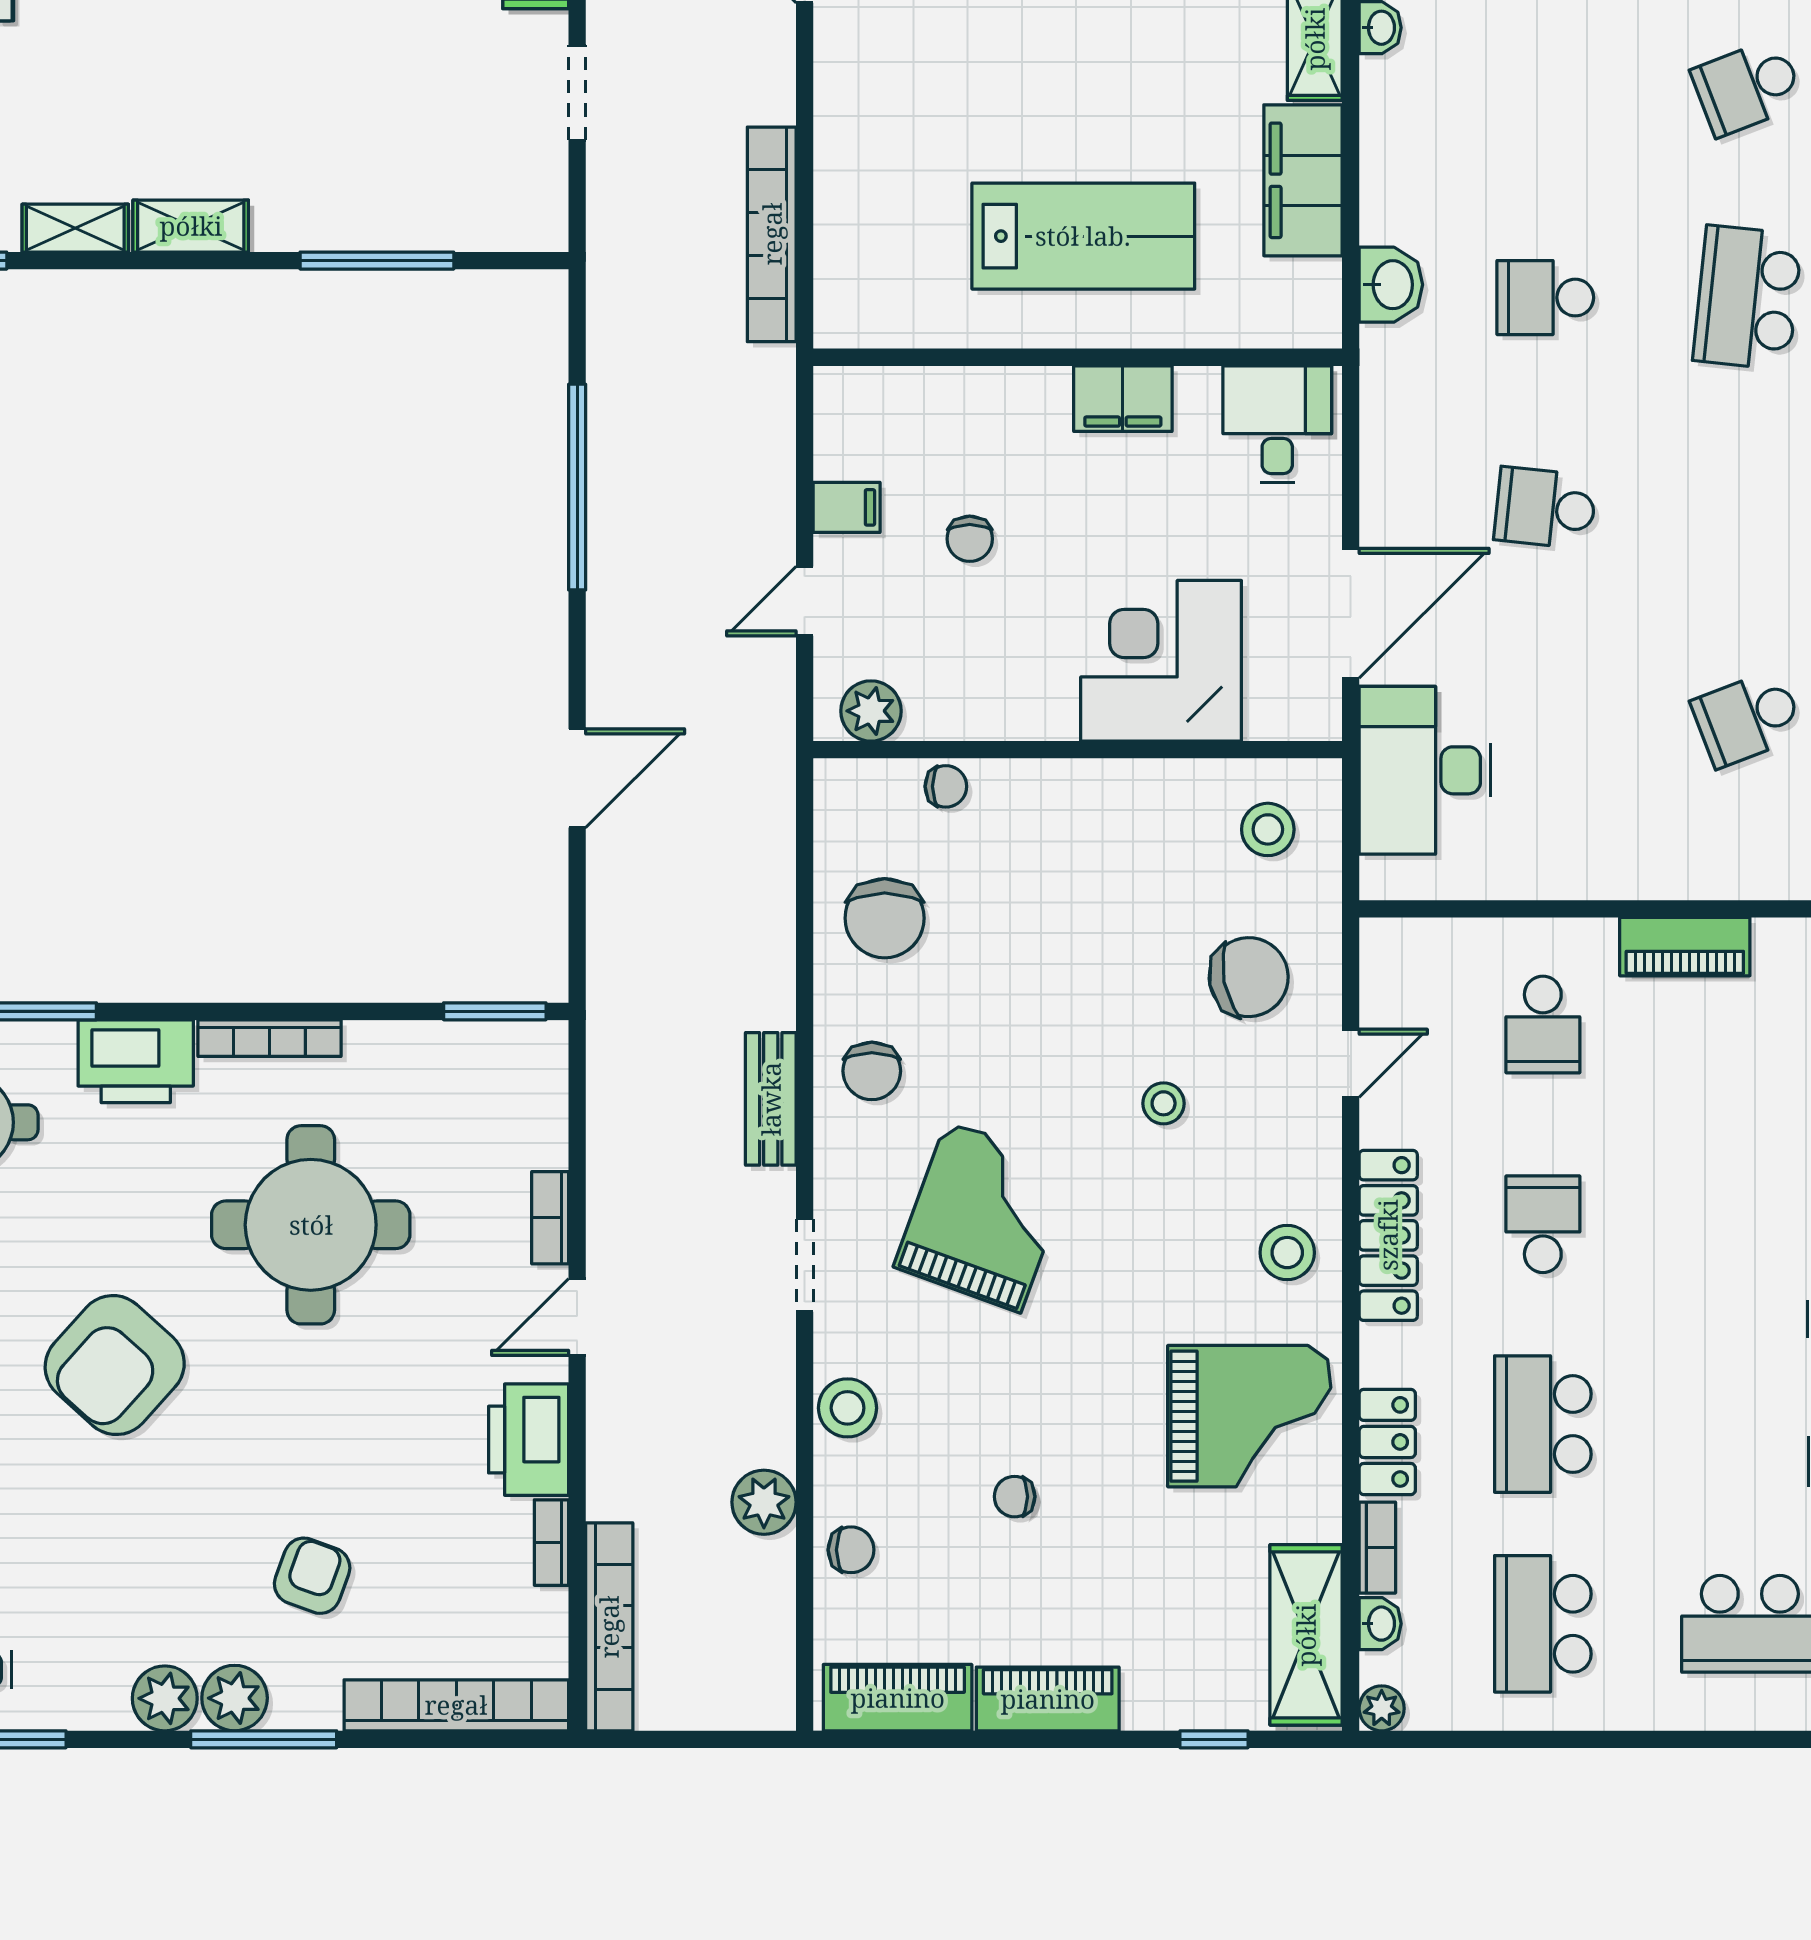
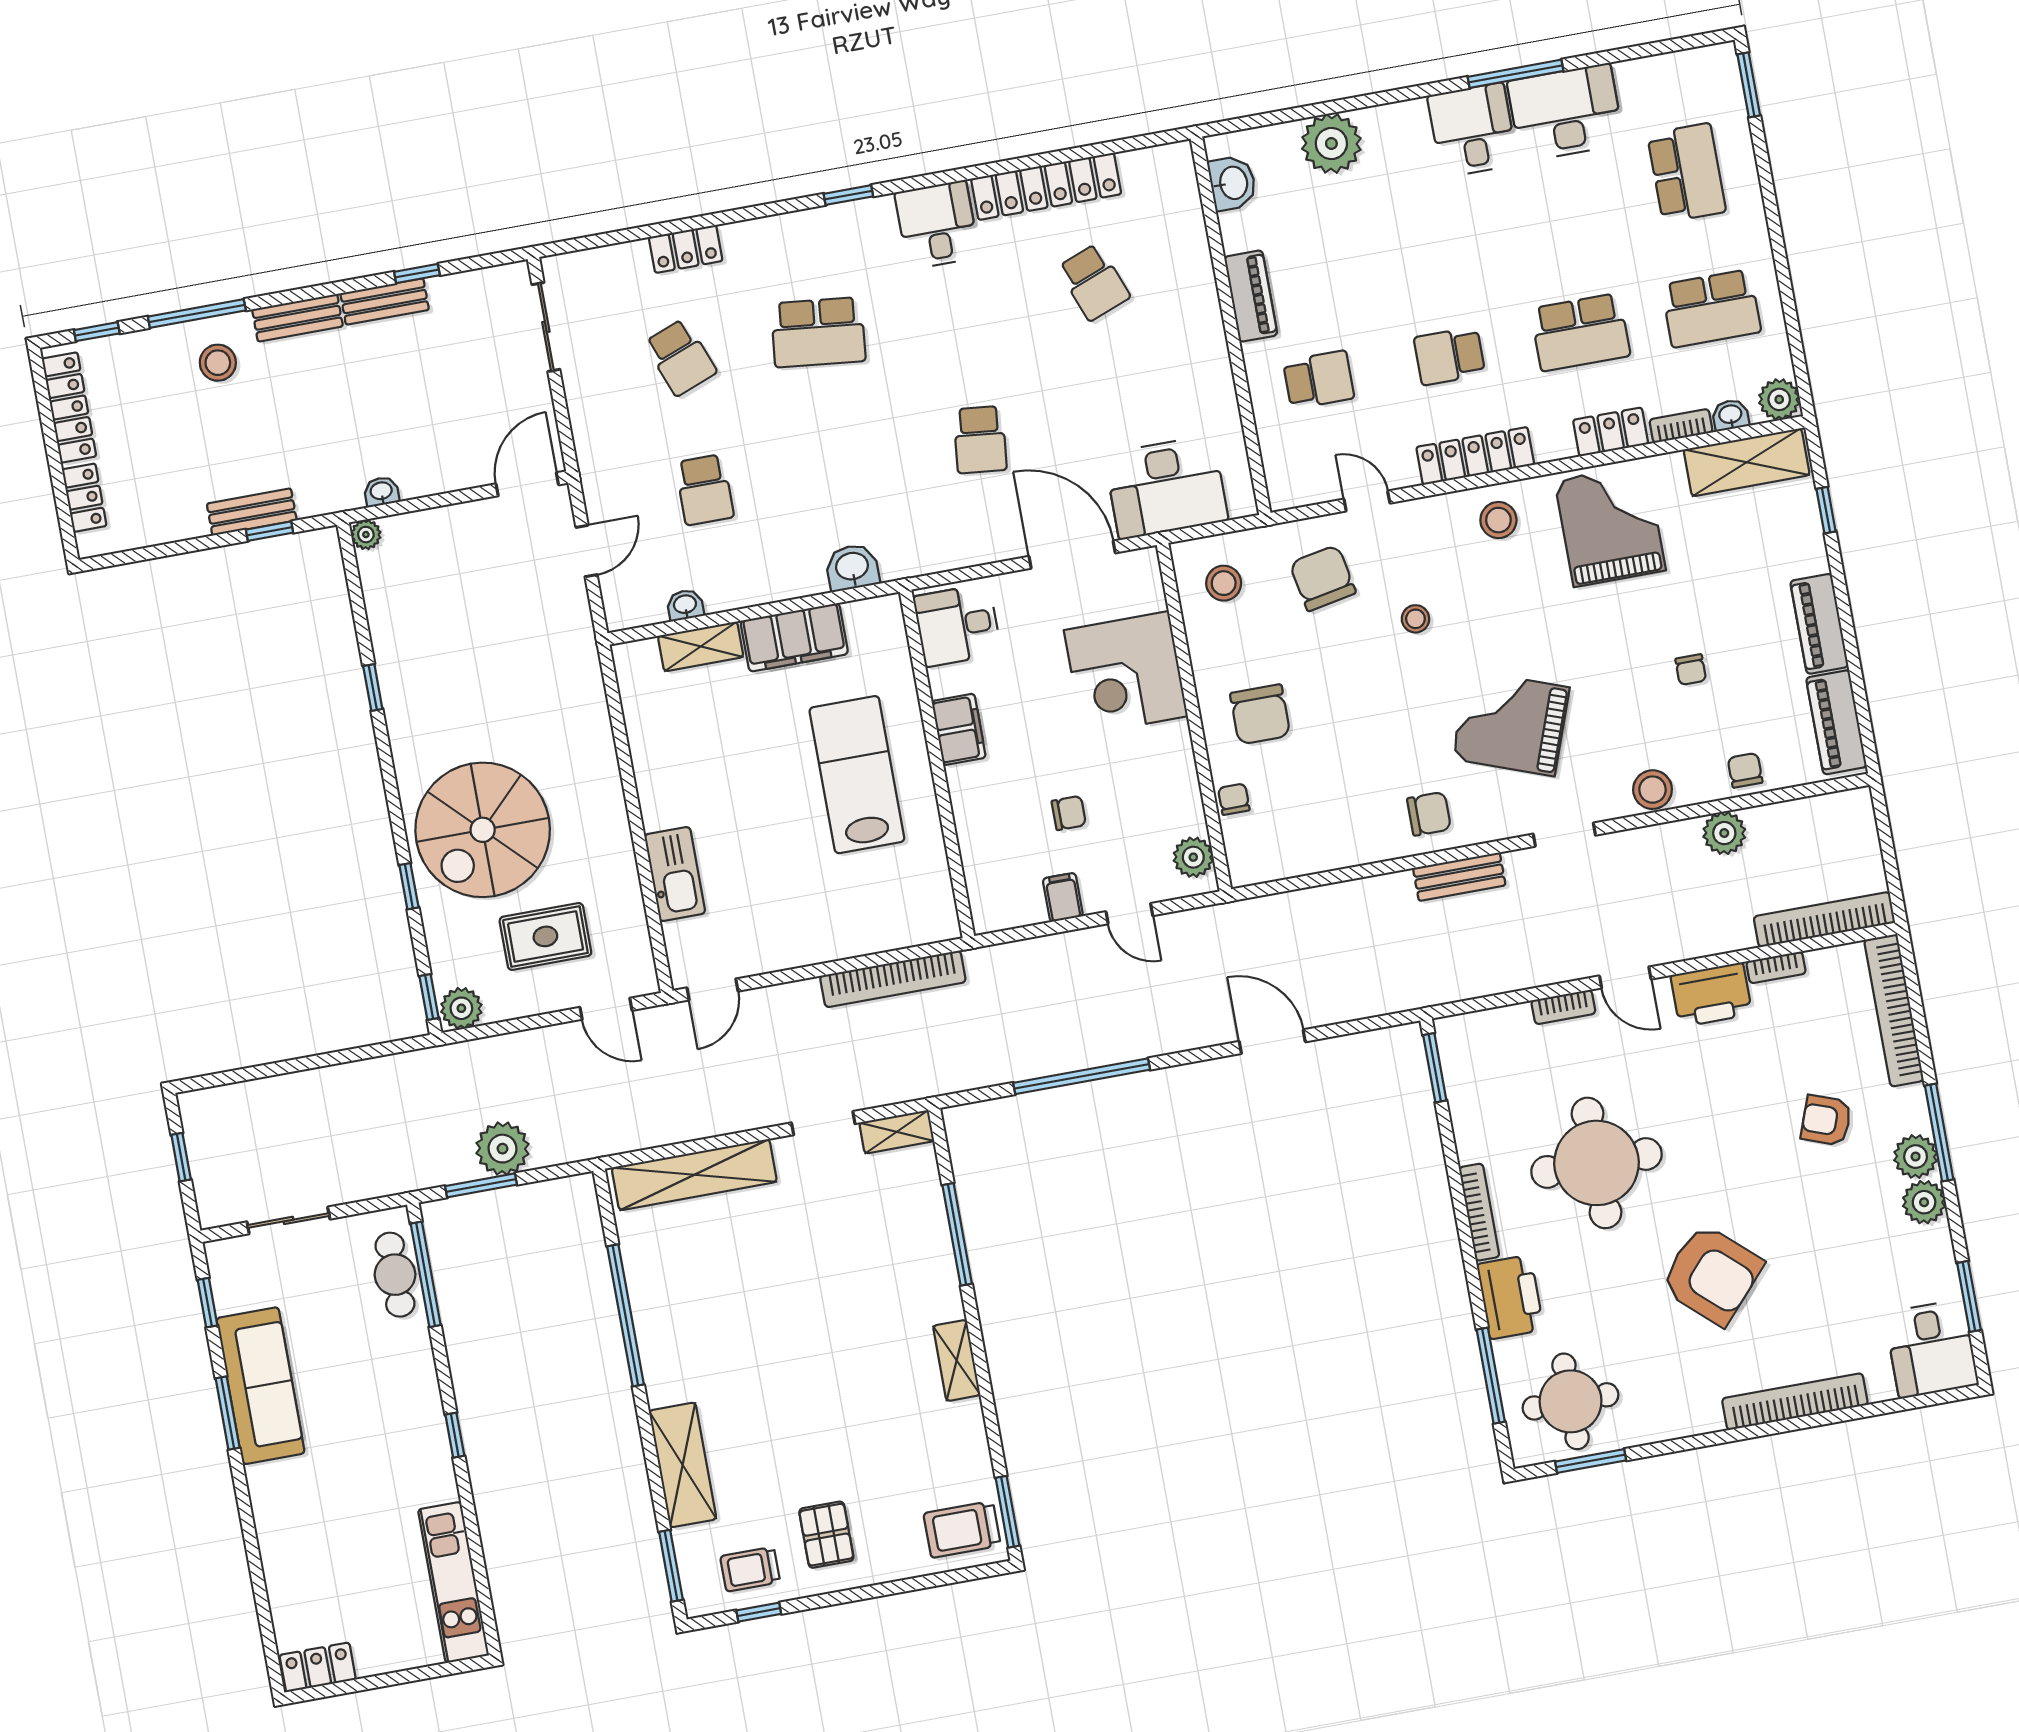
shelving: (75, 228) -> (897, 1132), moved, turned 90
school desk: (1545, 298) -> (704, 490), moved
chair: (885, 918) -> (1260, 714), moved, turned 90
plant: (1382, 1708) -> (1779, 399), width x1.38, depth x1.38

